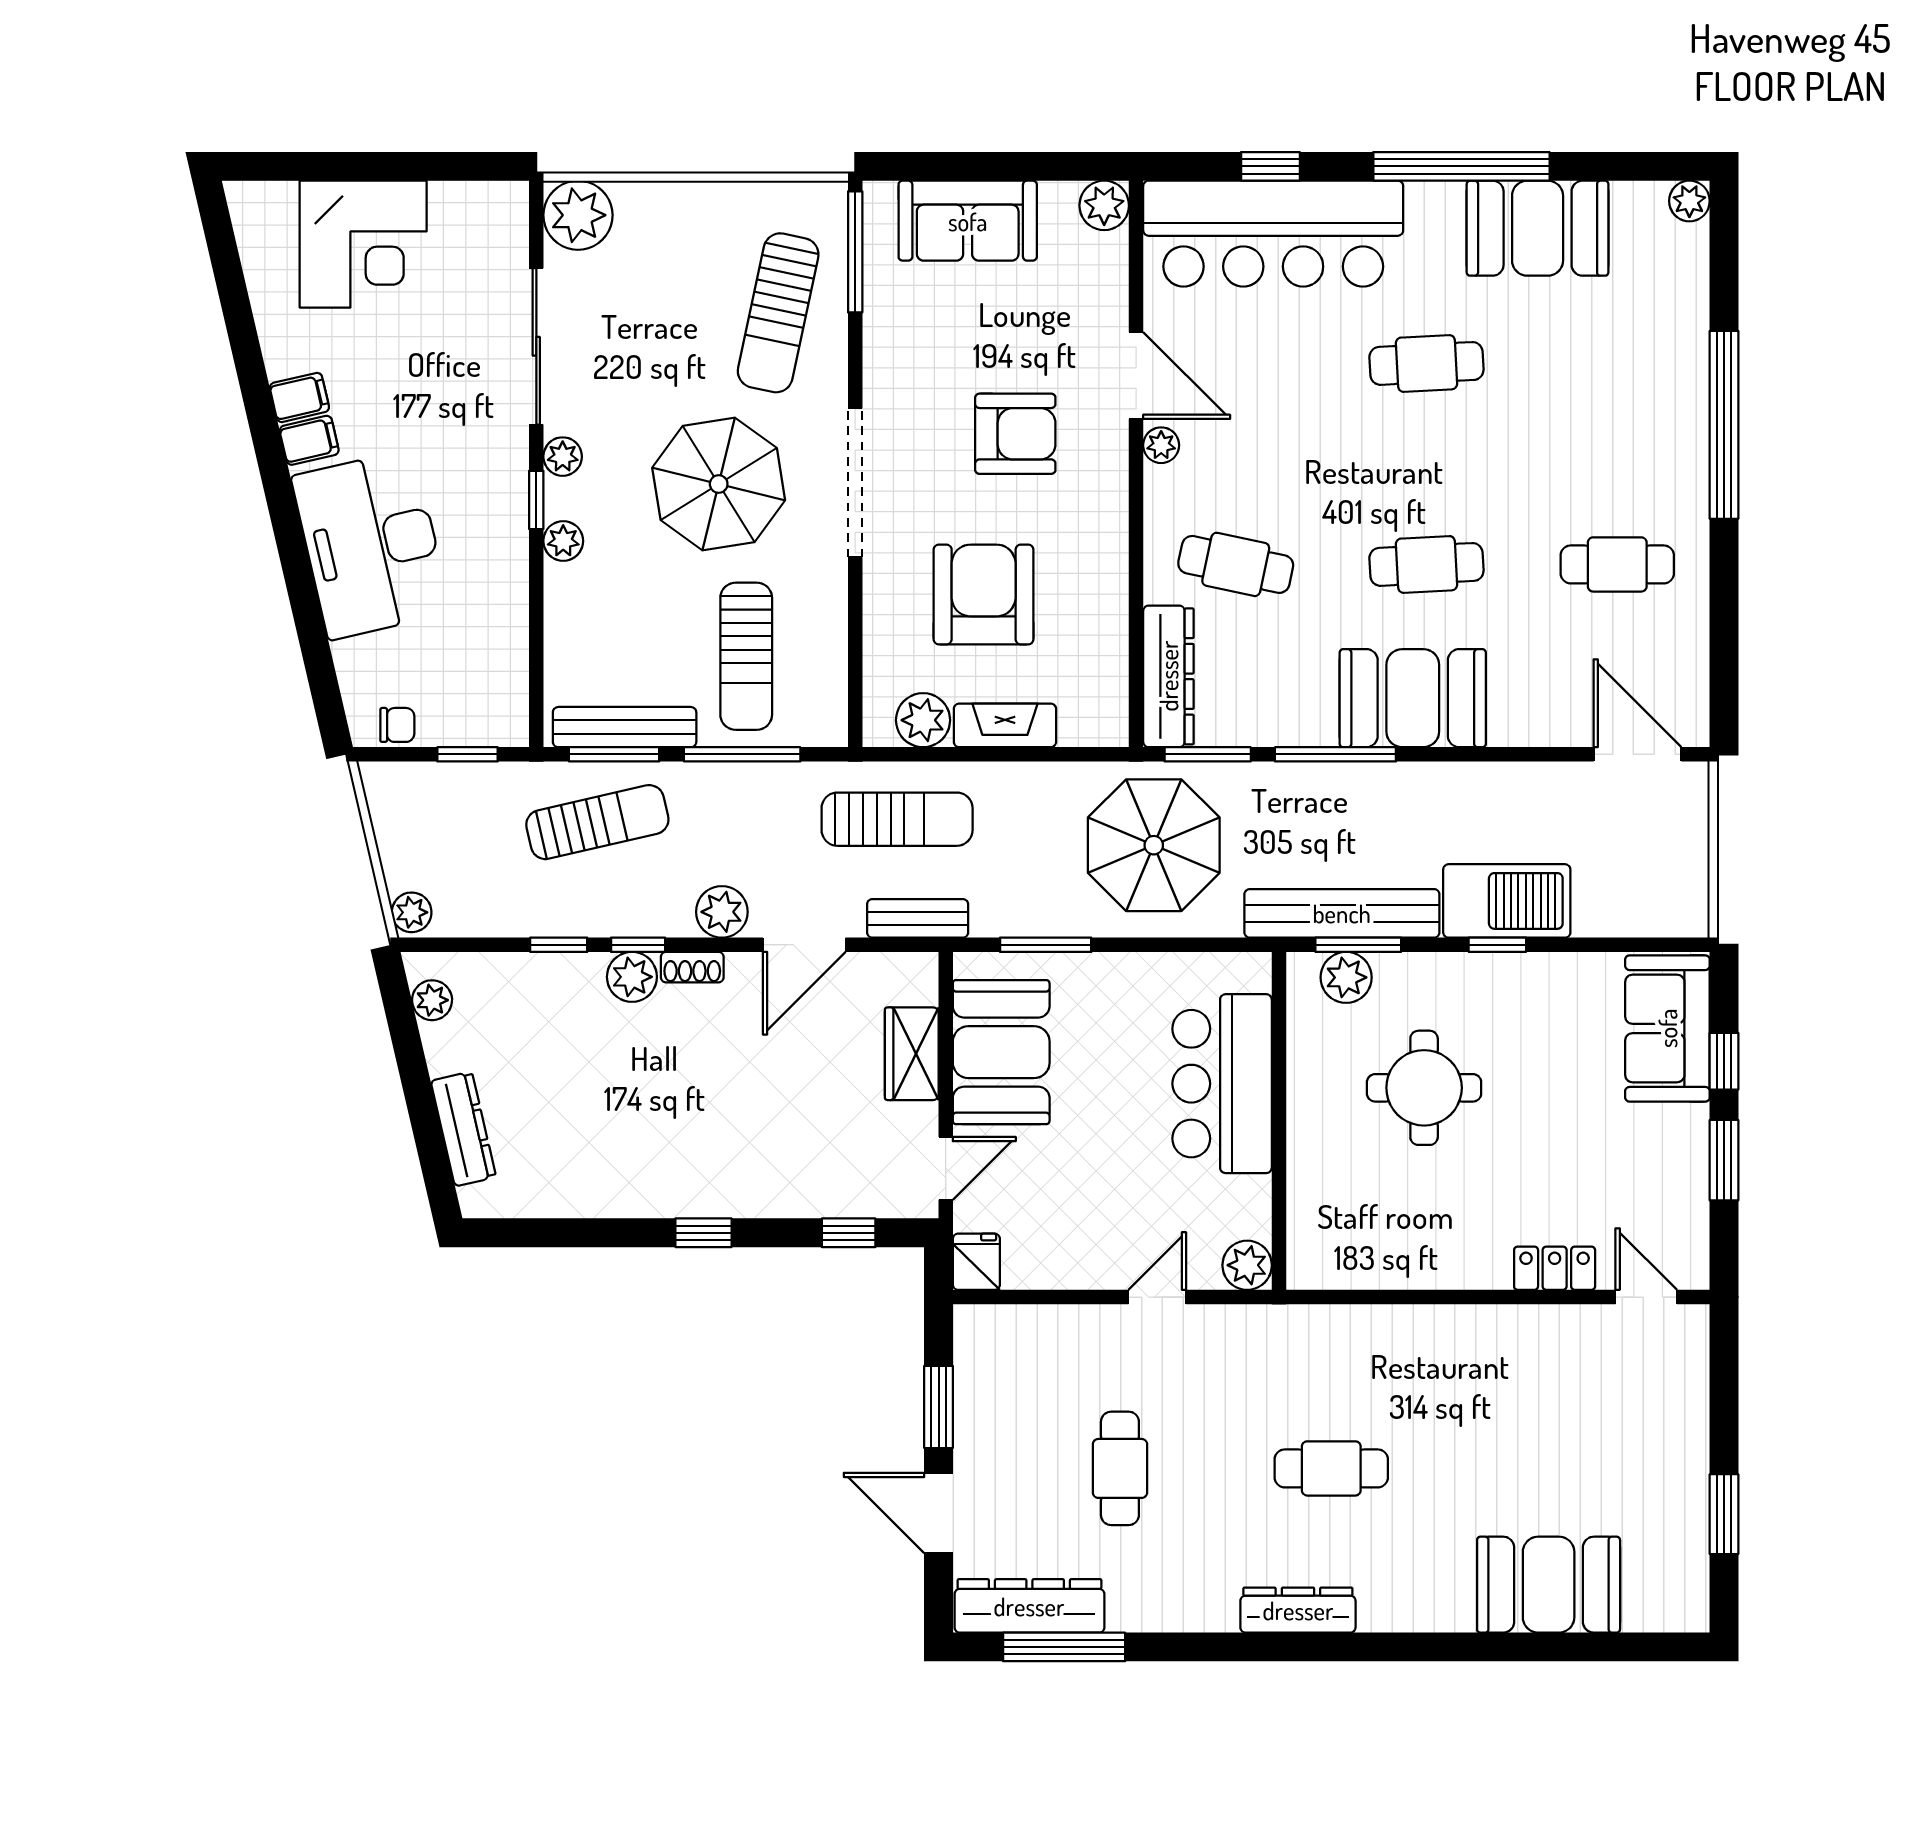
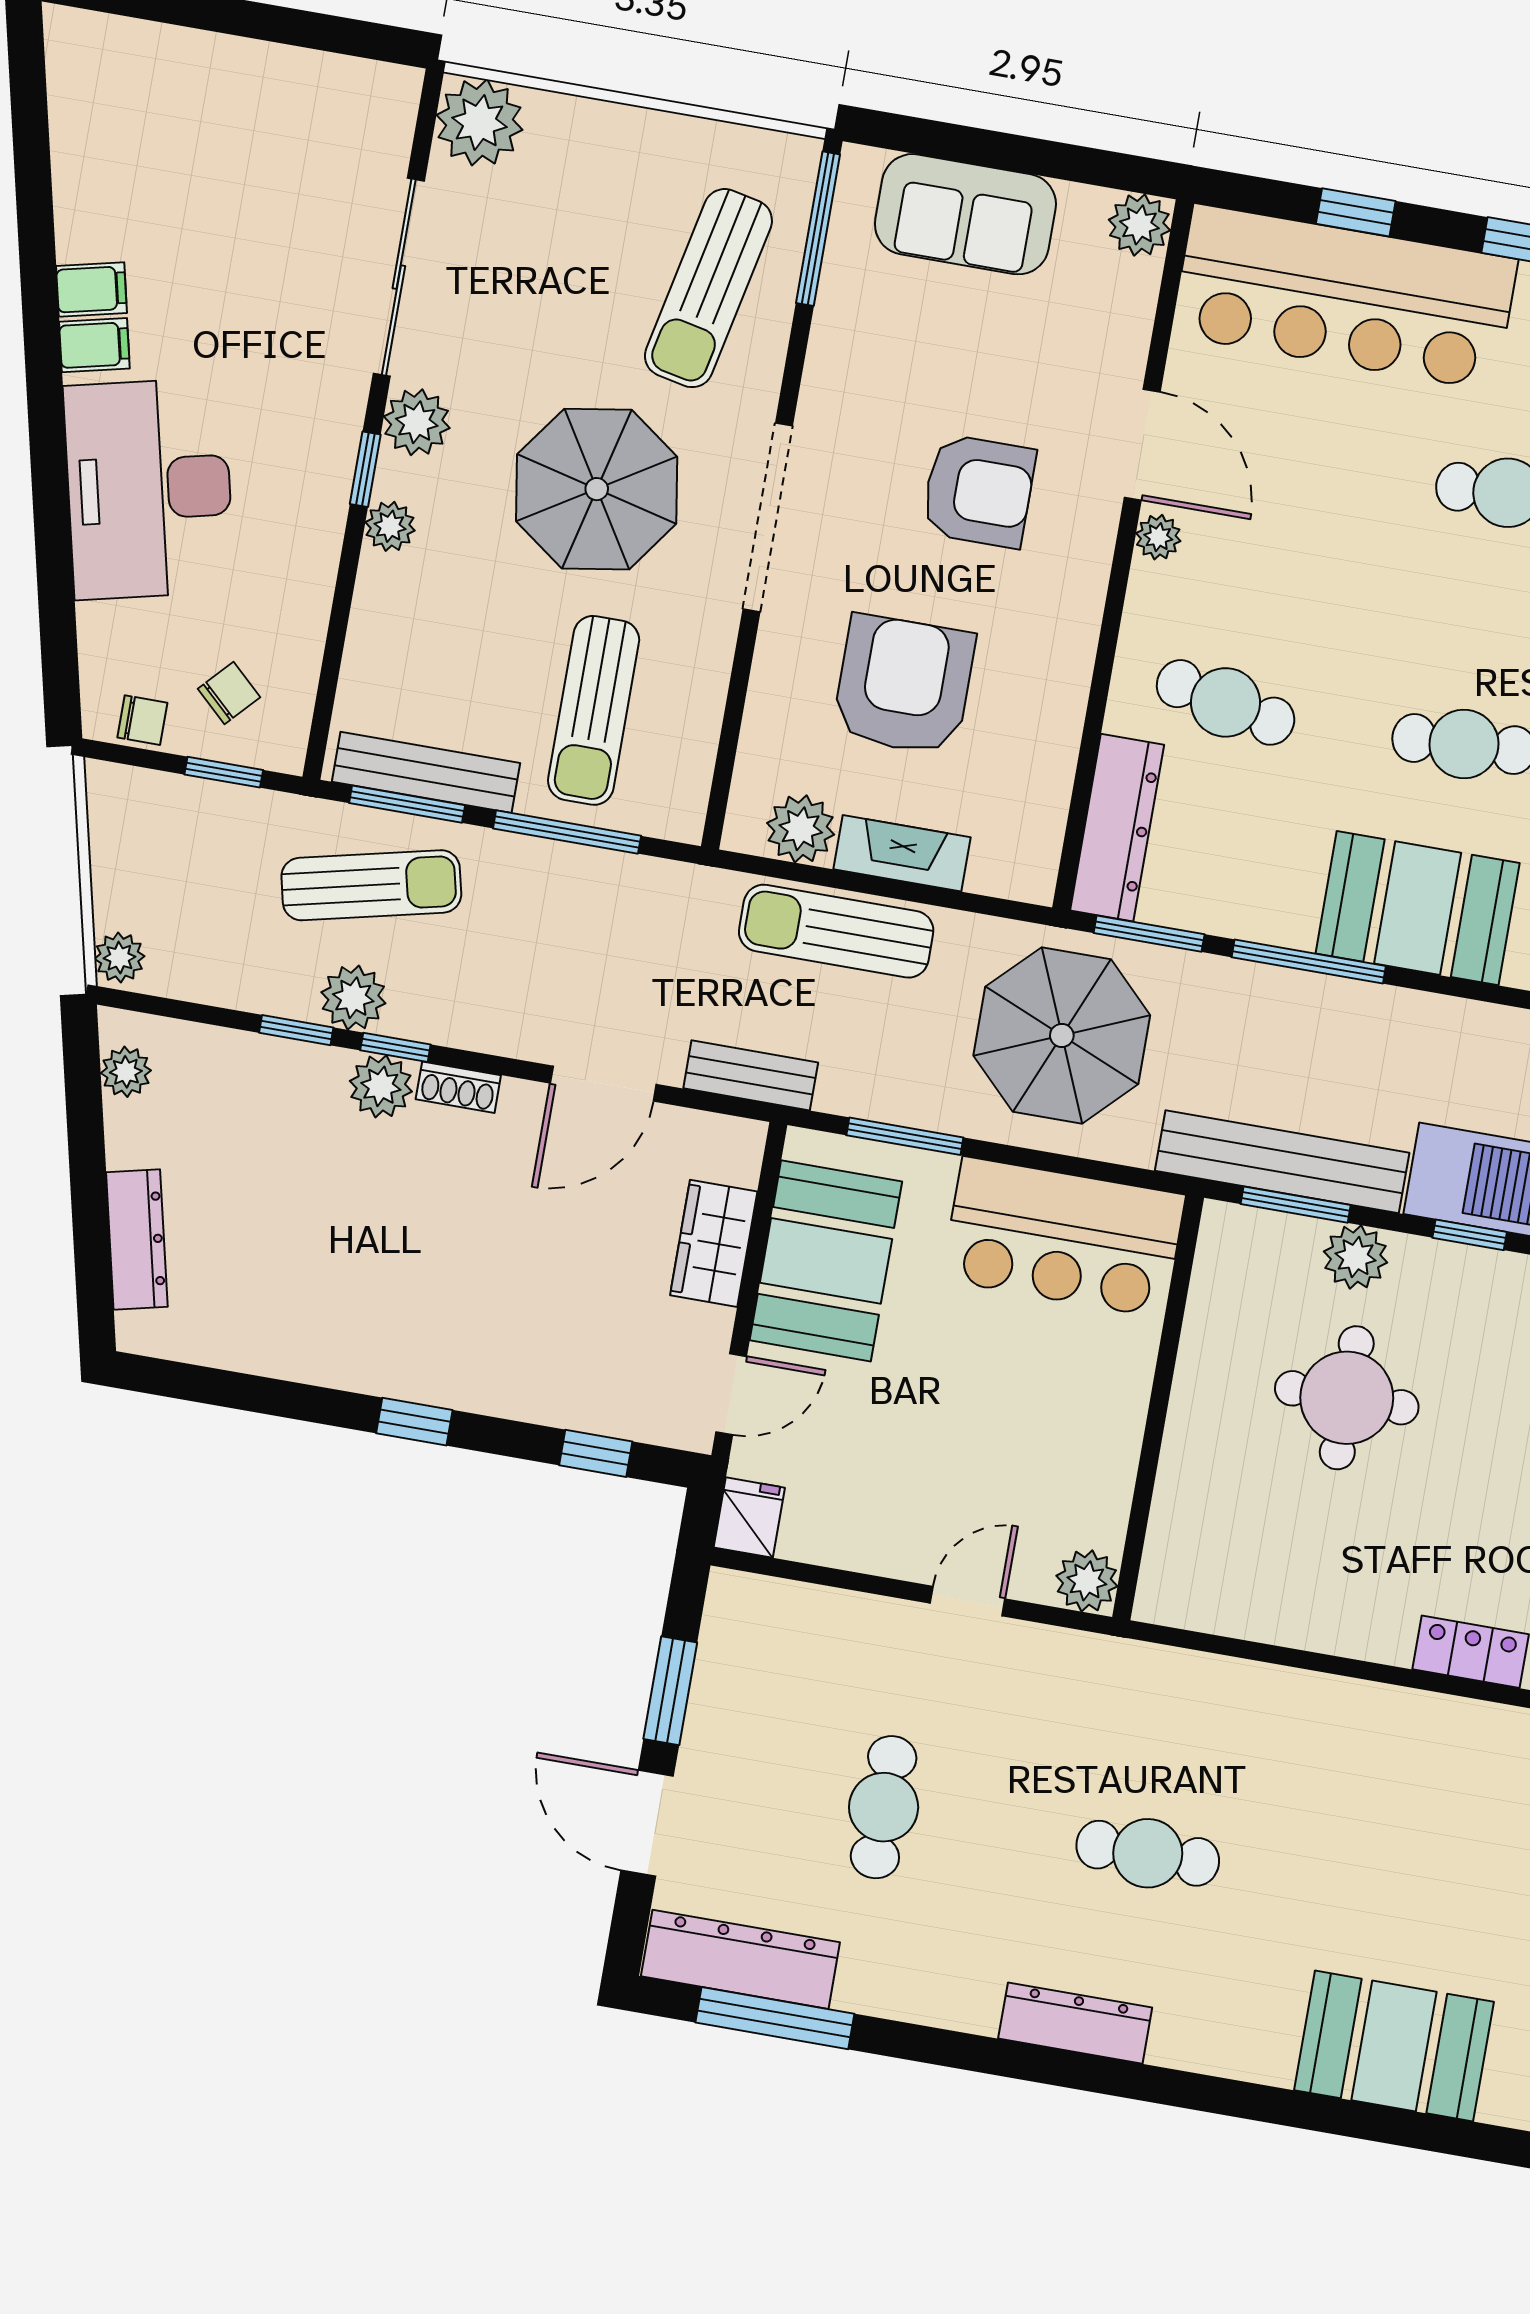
corner desk: (363, 244) -> (205, 112), removed
plant: (563, 457) -> (417, 422), width x1.38, depth x1.38
chair: (461, 692) -> (229, 693), added
sun lounger: (897, 819) -> (836, 931), moved, turned 180
plant: (722, 912) -> (353, 998), moved
plant: (1346, 977) -> (1356, 1257), moved
bar counter: (1222, 1084) -> (1063, 1237), moved, turned -90

